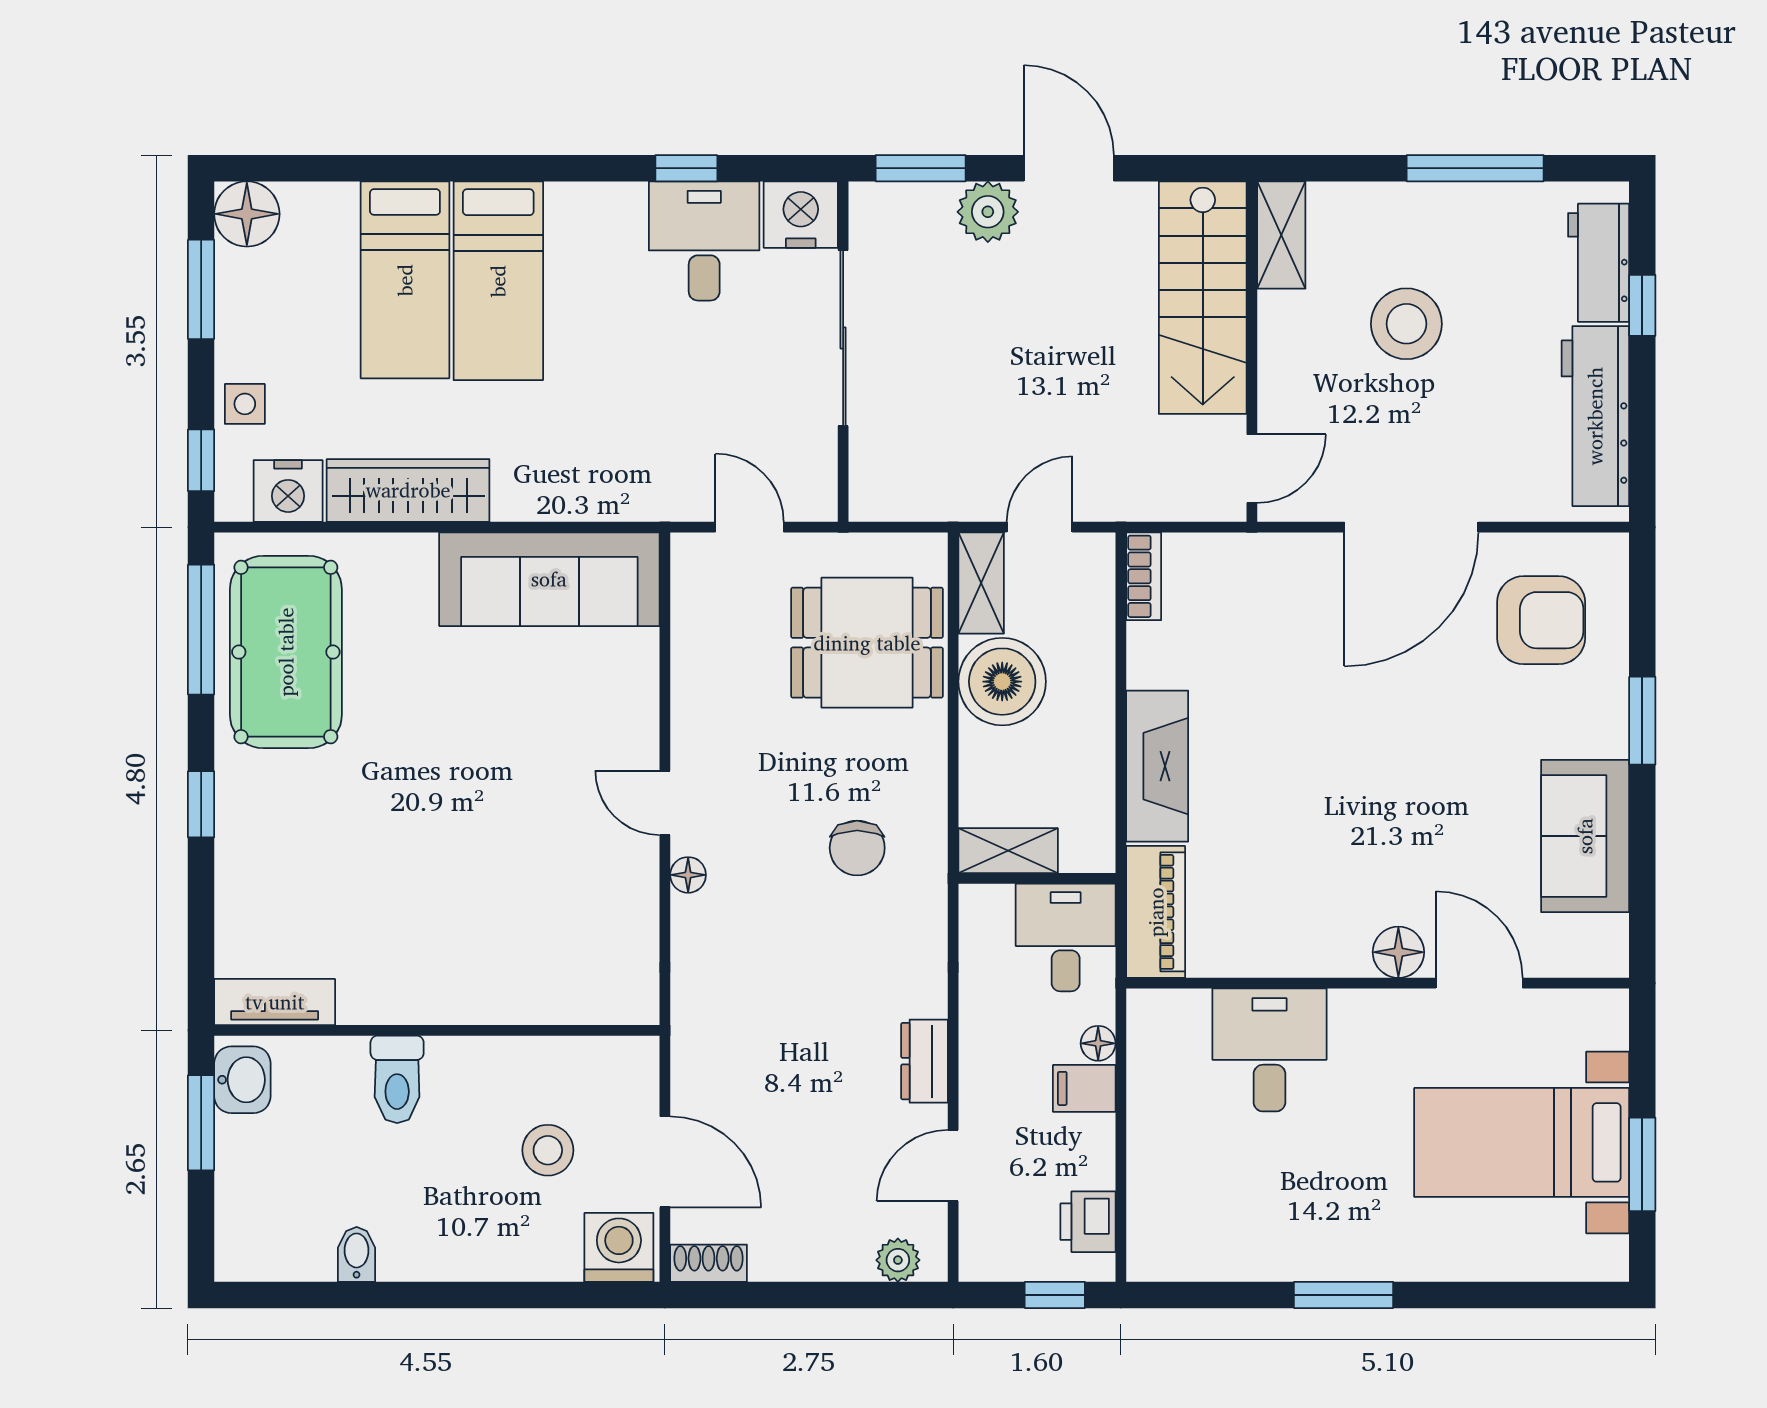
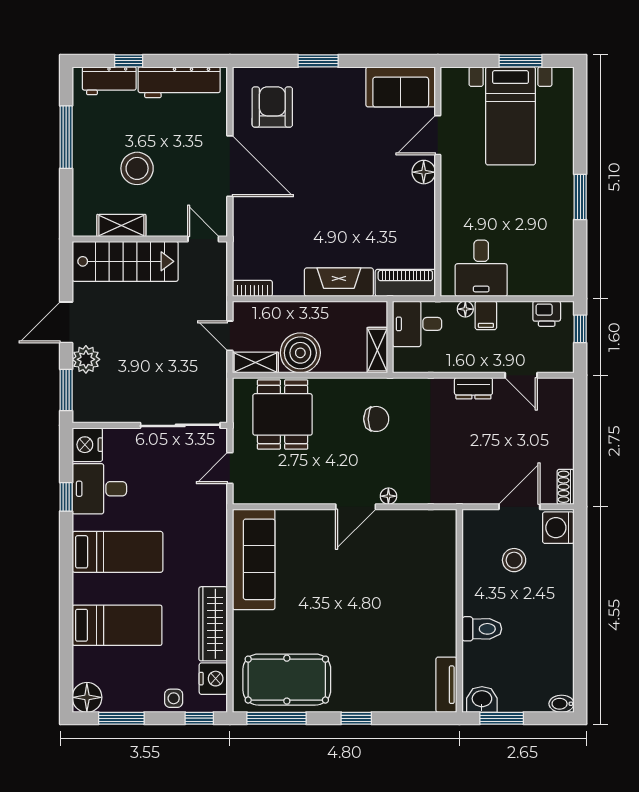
shelving: (1281, 235) -> (121, 226), moved
bed: (498, 281) -> (117, 552), moved
sliding door: (843, 338) -> (180, 425), moved
door: (665, 803) -> (356, 507), width x1.38
sofa: (1585, 836) -> (401, 87), moved
desk: (1269, 1050) -> (481, 268), moved, turned -90
bidet: (357, 1254) -> (562, 704), moved
plant: (898, 1260) -> (564, 400), removed

